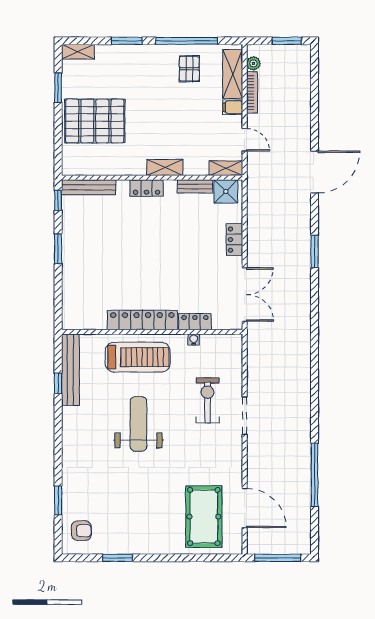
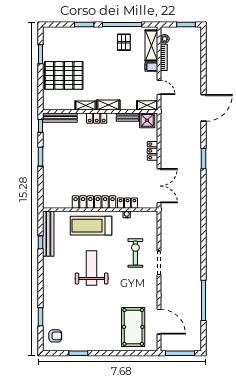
shelving: (78, 52) -> (86, 105), moved
treadmill: (138, 357) -> (91, 226), turned 180

